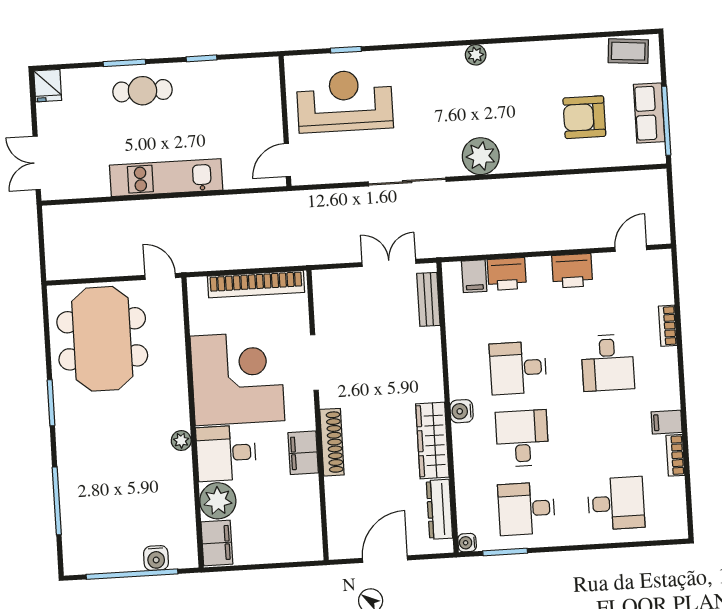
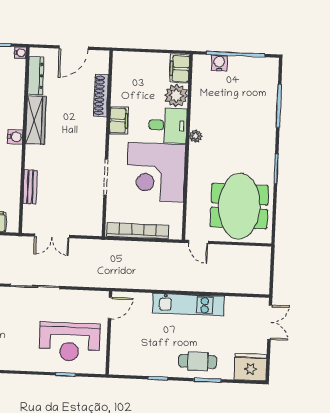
fridge: (48, 86) -> (250, 367), width x1.88, depth x1.34
bench: (428, 299) -> (30, 187), moved
shoe rack: (332, 442) -> (101, 95), moved

